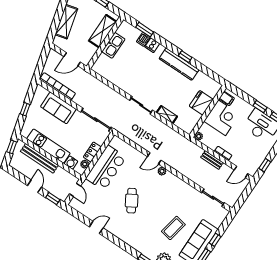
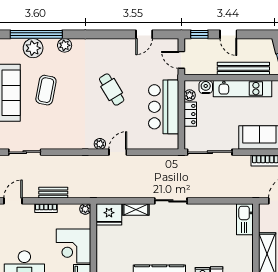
kitchen sink: (113, 45) -> (245, 219), moved
fridge: (201, 103) -> (109, 214), moved, turned 90
door: (96, 227) -> (144, 34), moved
plant: (143, 248) -> (65, 45), added

